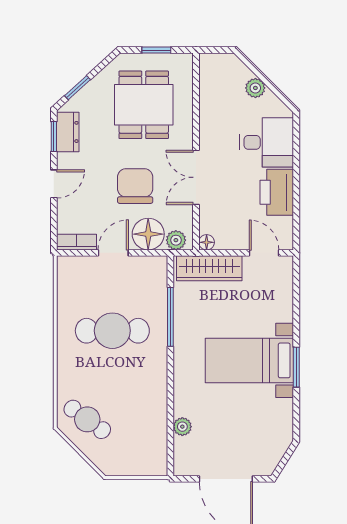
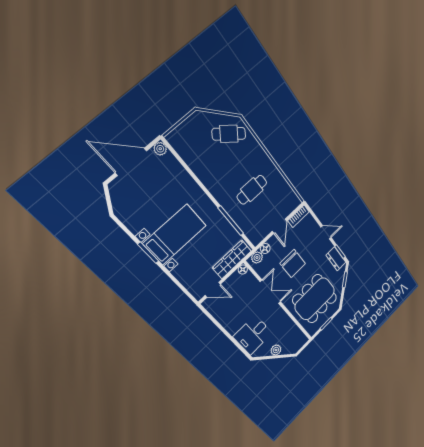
dining table: (144, 105) -> (315, 299), width x1.37
door: (54, 184) -> (326, 232), swing flipped
printer: (277, 192) -> (230, 320), removed
floor lamp: (148, 234) -> (265, 249), width x0.53, depth x0.53
cafe table: (112, 331) -> (252, 190), width x0.73, depth x0.74
plant: (182, 427) -> (160, 149), moved

